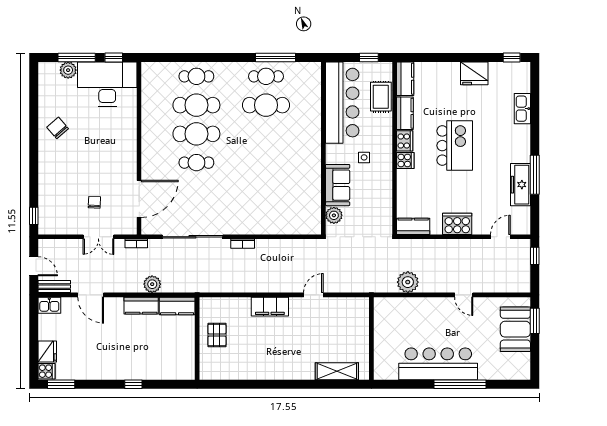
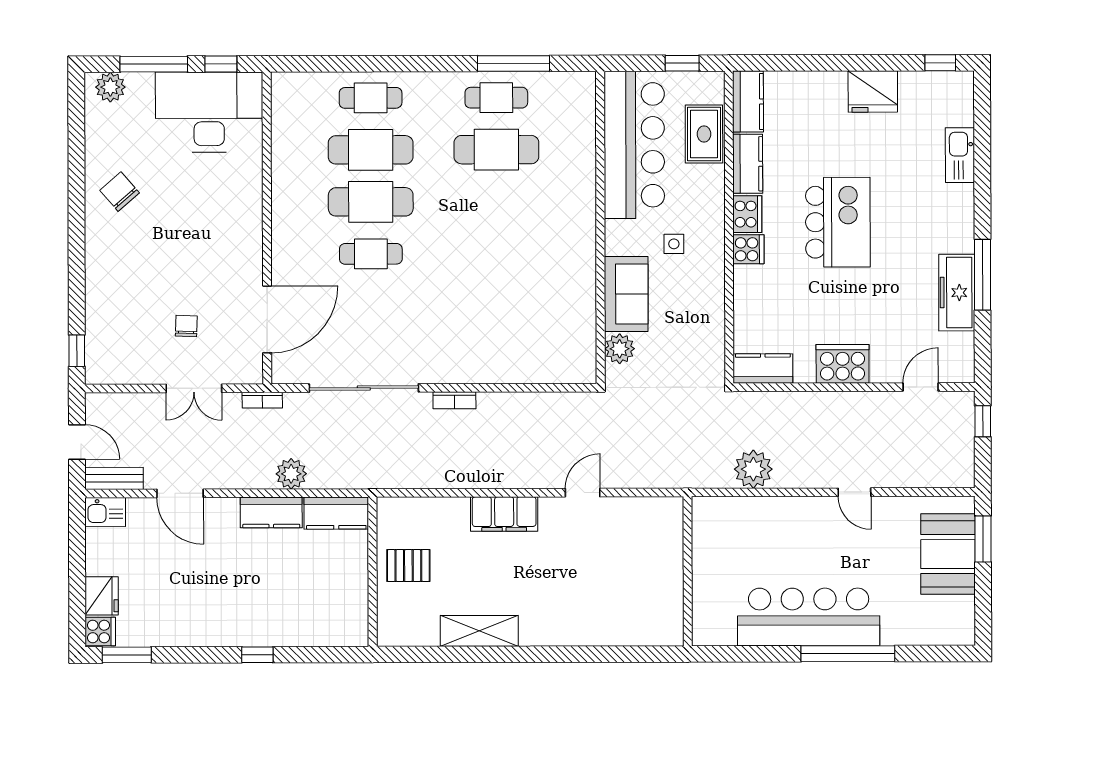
plant: (68, 70) -> (110, 87), moved
pallet: (217, 335) -> (408, 566), turned 90
shelving: (337, 371) -> (479, 631), moved

